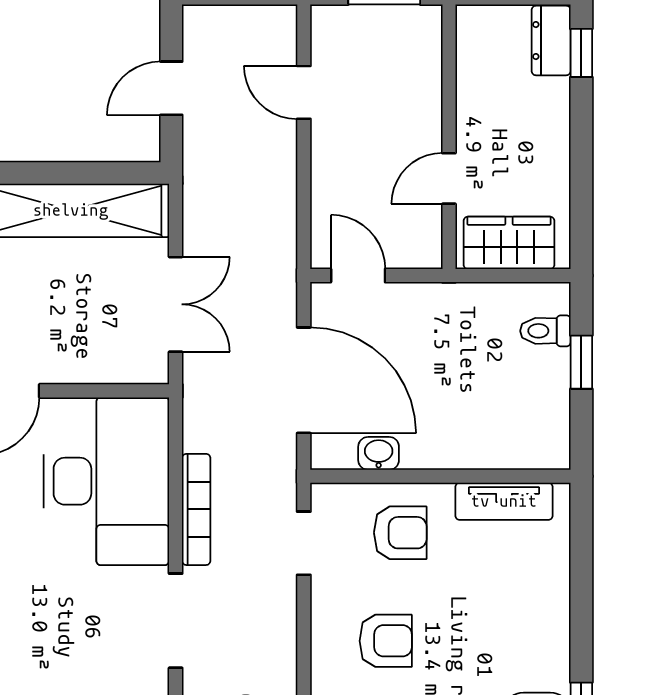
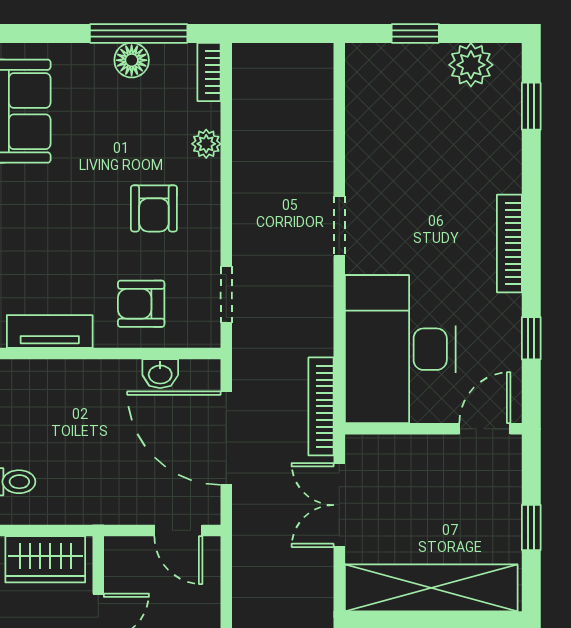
bookcase: (196, 509) -> (321, 406), moved
doorway: (176, 621) -> (339, 226), width x0.73
armchair: (386, 641) -> (154, 208), turned -90

